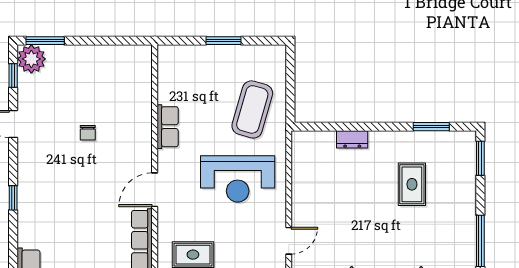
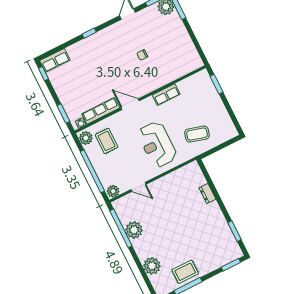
window: (223, 41) -> (217, 84), moved
coffee table: (252, 109) -> (197, 134), width x0.73, depth x0.76
rug: (412, 184) -> (185, 272), moved

